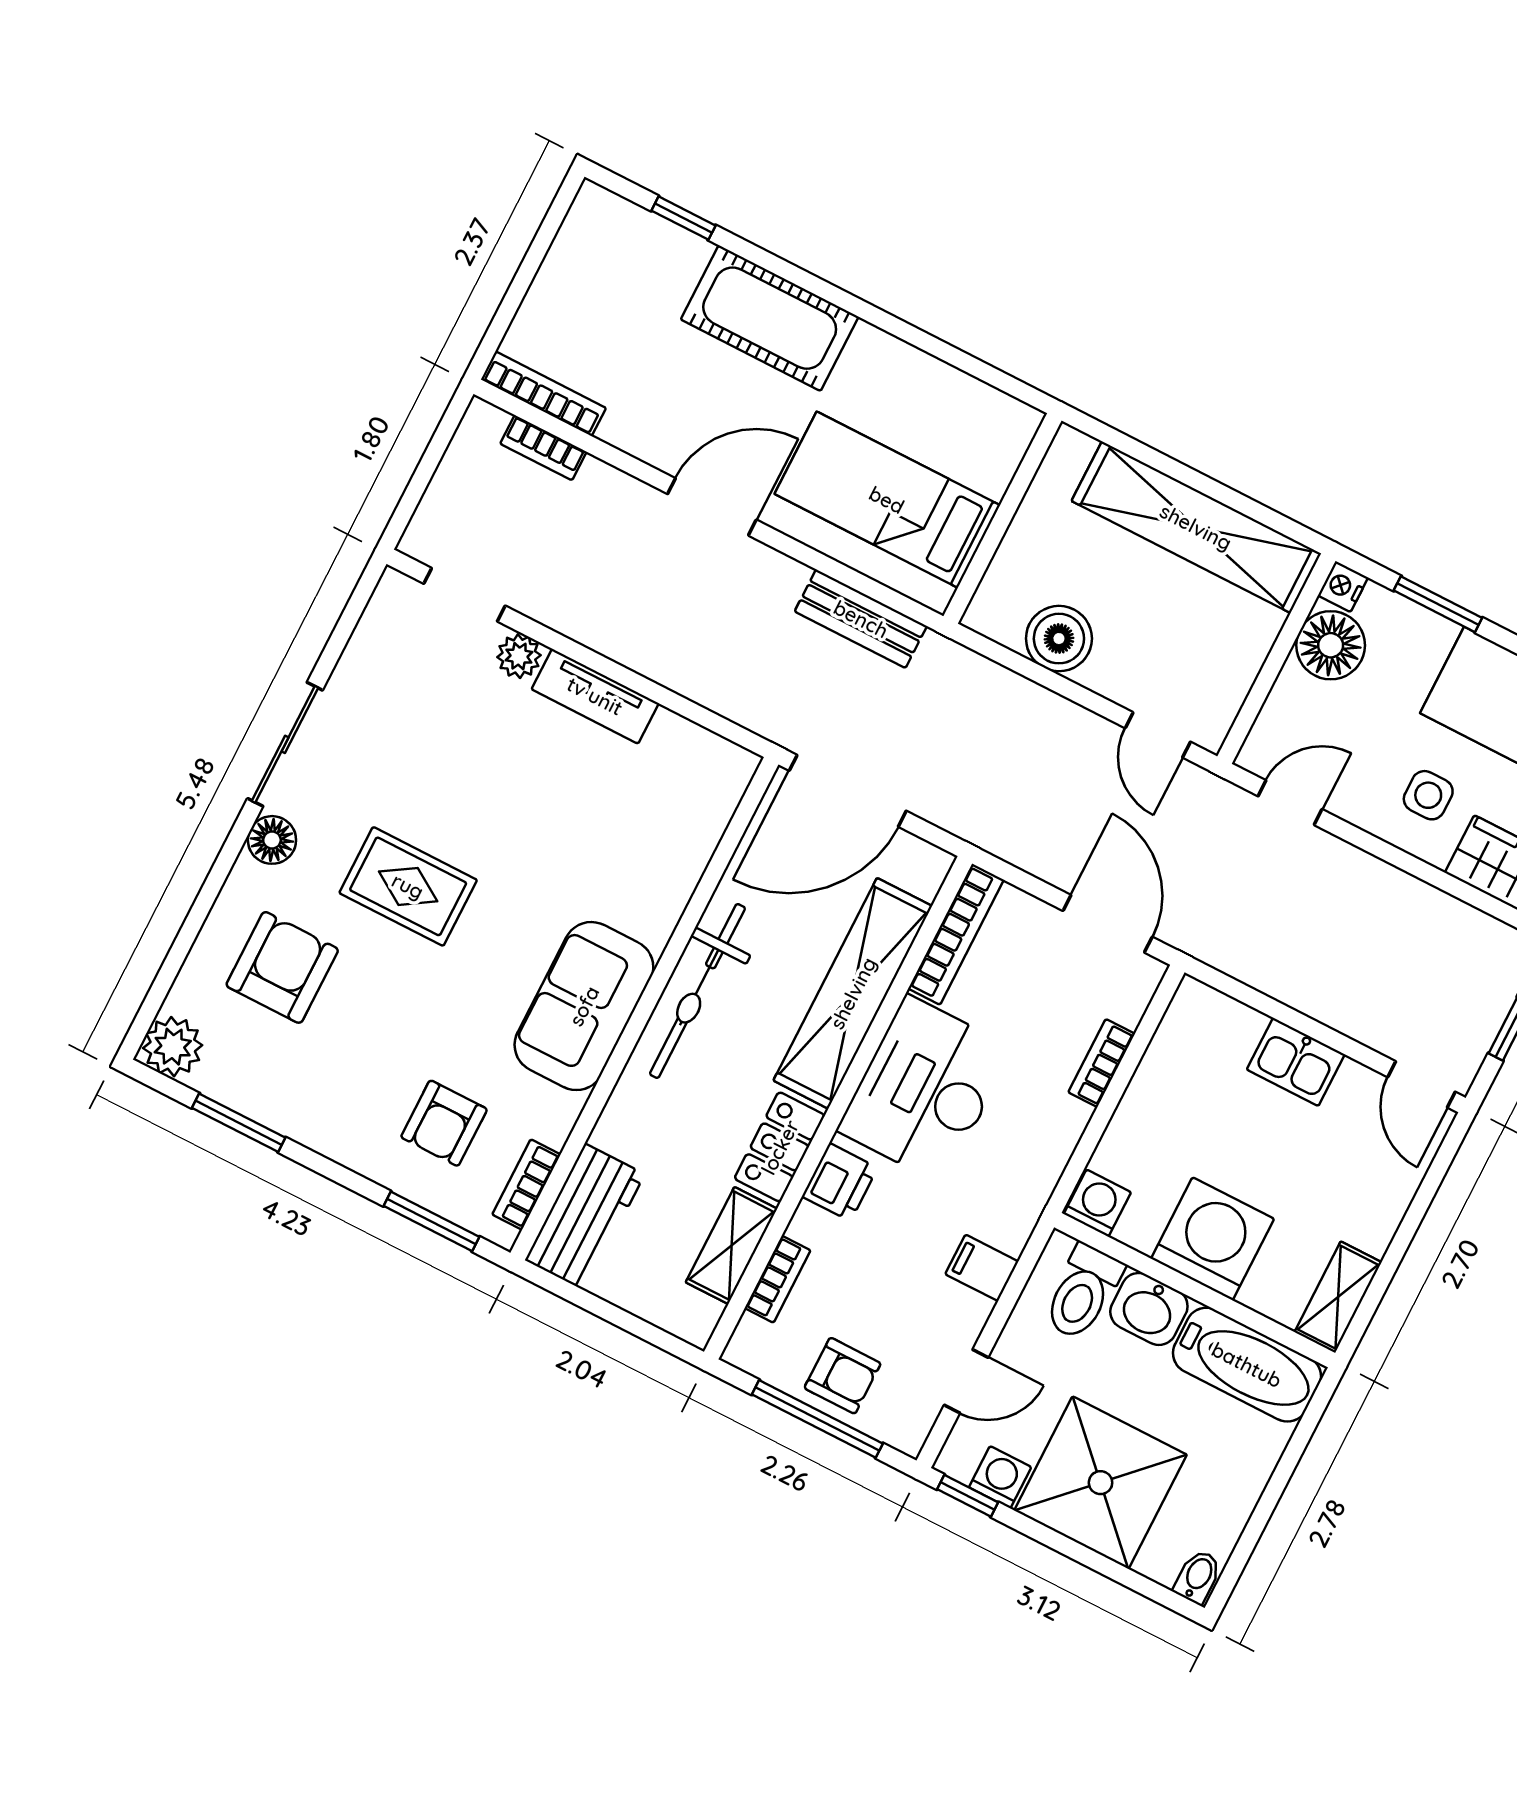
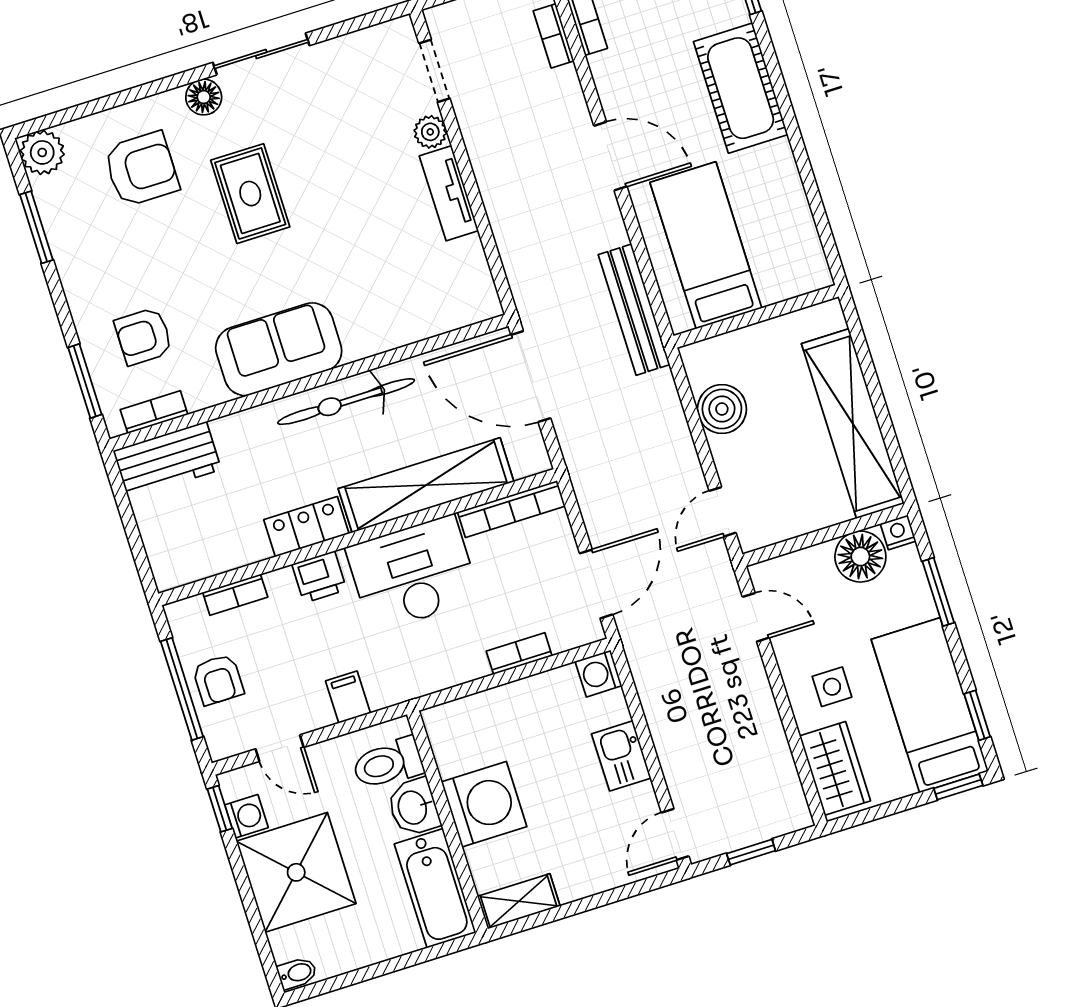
bench: (861, 619) -> (634, 310), width x1.36
washing machine: (1097, 1203) -> (599, 673), moved, turned 180
shelving: (731, 1246) -> (229, 553), removed

